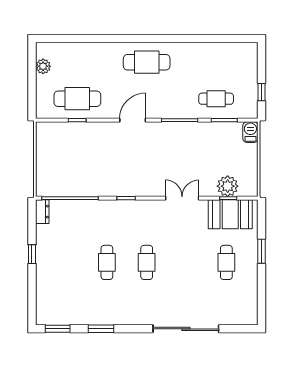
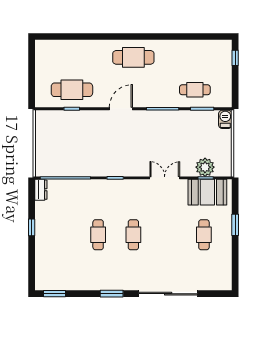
plant: (43, 66) -> (42, 61), removed
window: (262, 92) -> (235, 58), moved
window: (101, 329) -> (112, 294), moved

